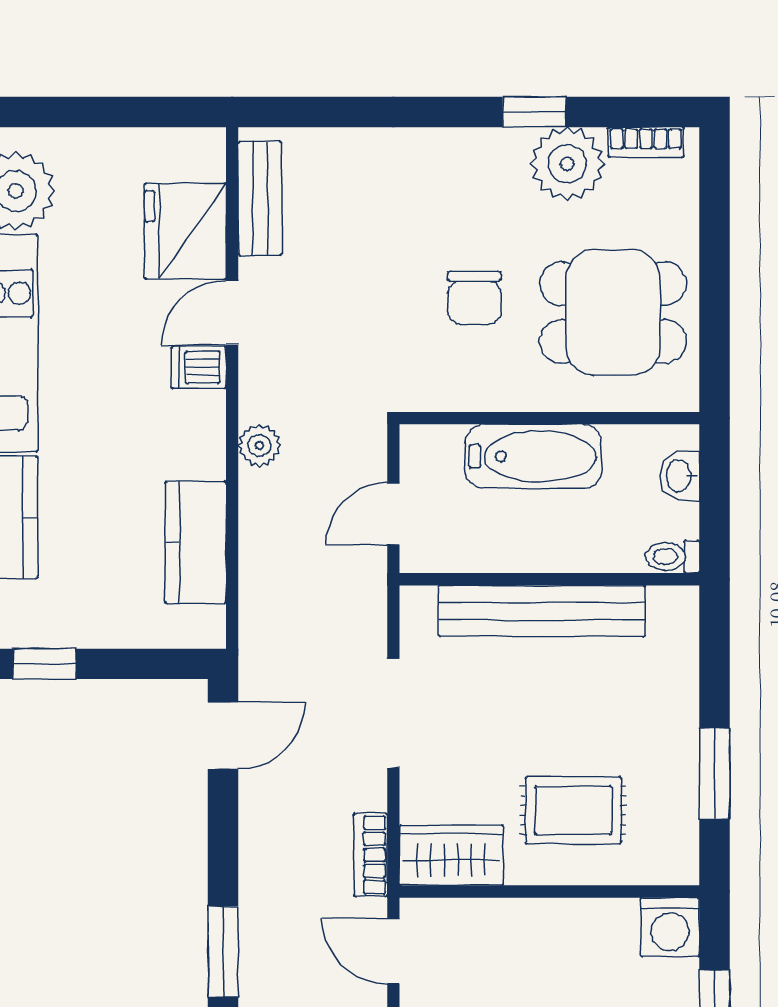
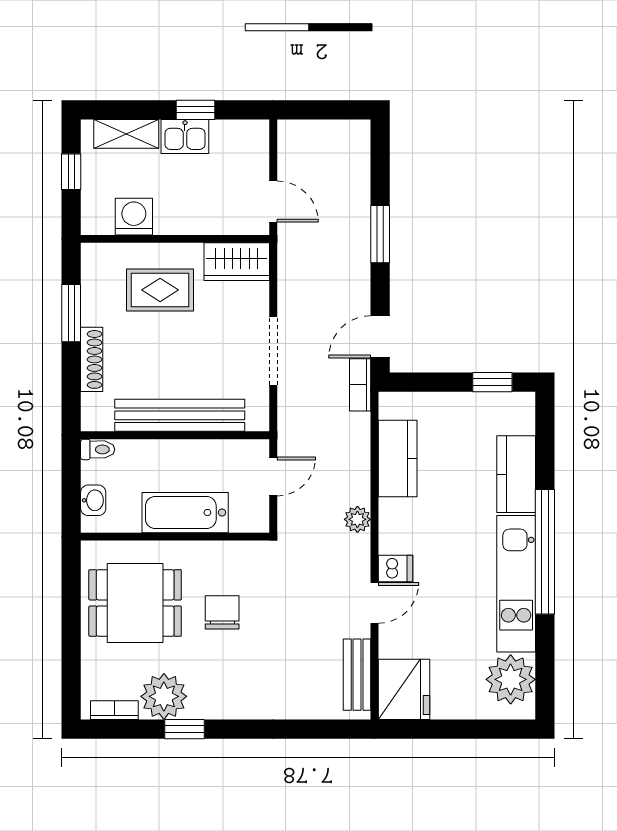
fridge: (185, 231) -> (404, 689), moved
shoe rack: (682, 700) -> (92, 359), added
bookcase: (371, 855) -> (360, 385), moved, turned 180
washing machine: (670, 927) -> (134, 217), moved
window: (223, 952) -> (380, 234), moved

